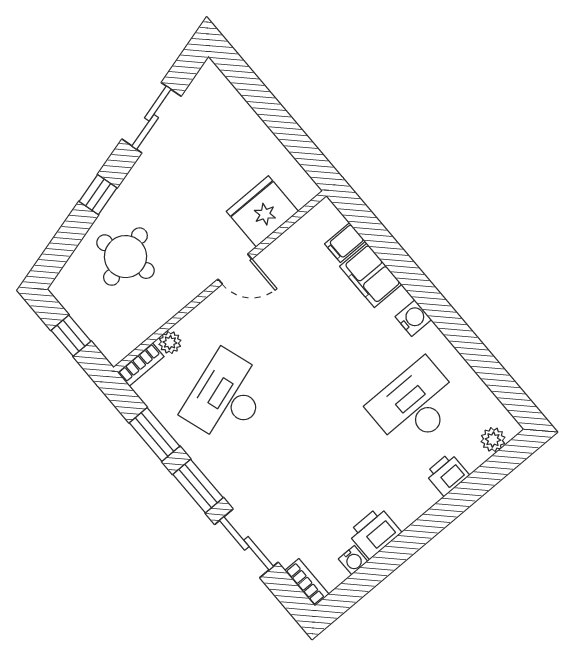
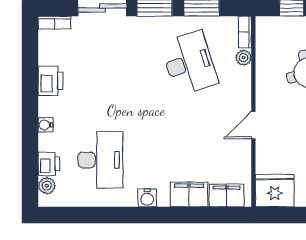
fridge: (262, 211) -> (275, 191), moved, turned -90
filing cabinet: (345, 243) -> (227, 195), width x2.00
printer: (447, 474) -> (49, 164), moved
water cooler: (353, 560) -> (46, 125), moved

